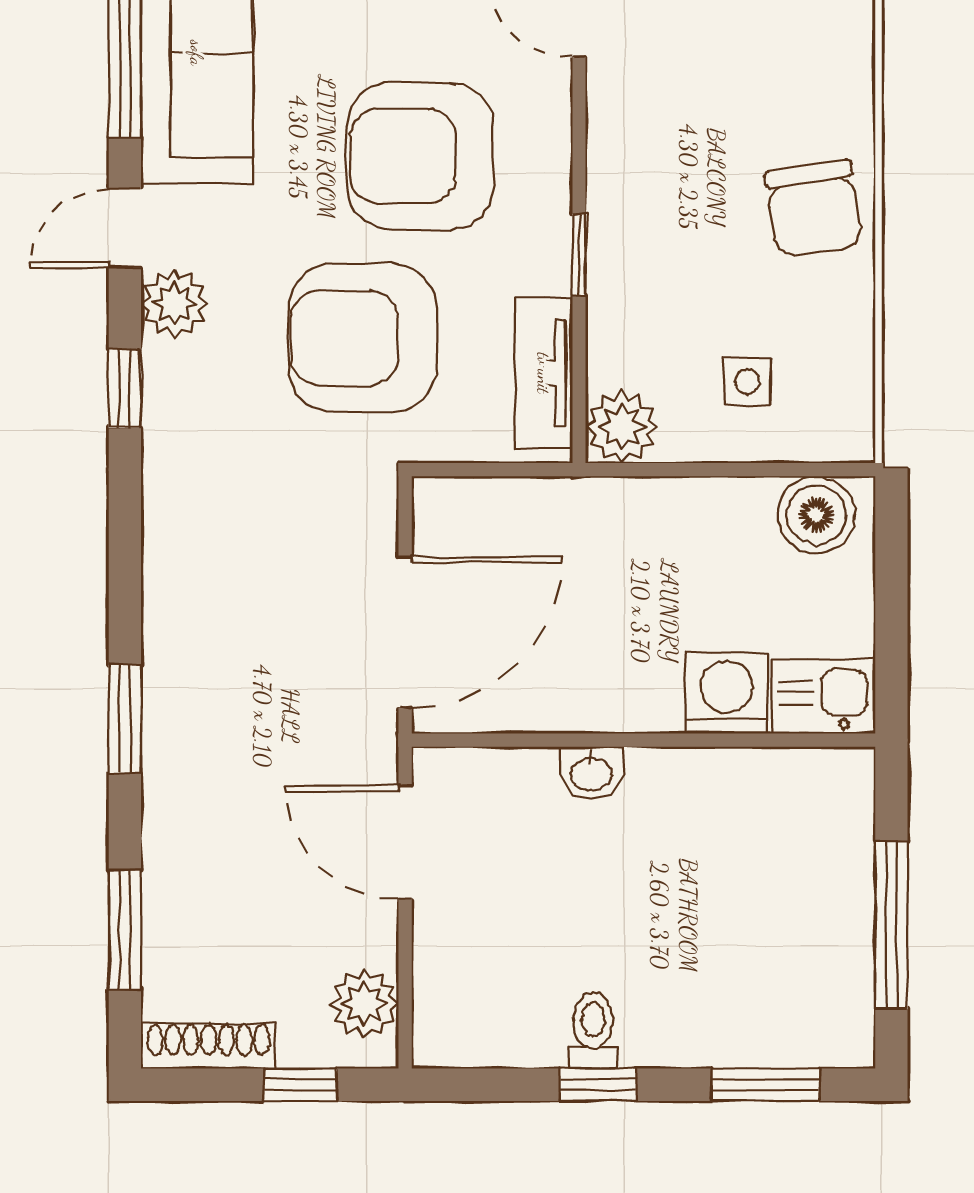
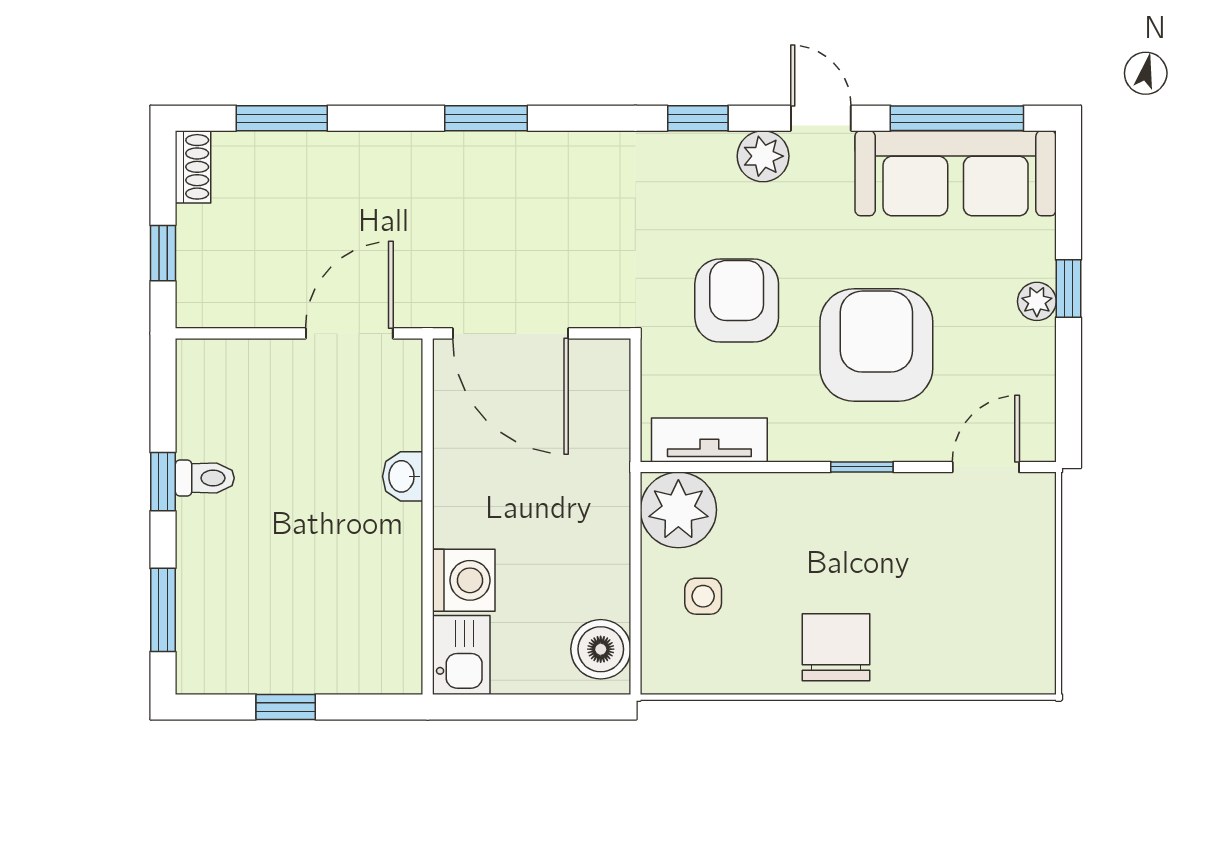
chair: (814, 208) -> (836, 647), turned 99
window: (579, 255) -> (862, 467), moved
armchair: (362, 338) -> (737, 301), width x0.73, depth x0.73
plant: (622, 427) -> (678, 510), width x1.36, depth x1.36
window: (125, 719) -> (486, 118), moved
window: (891, 925) -> (286, 707), width x0.46
plant: (364, 1004) -> (225, 302), removed
shoe rack: (209, 1046) -> (193, 167), width x0.70

